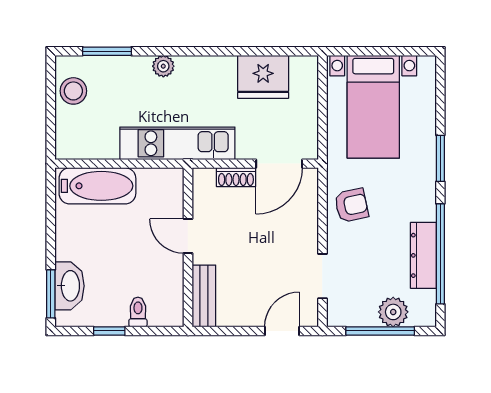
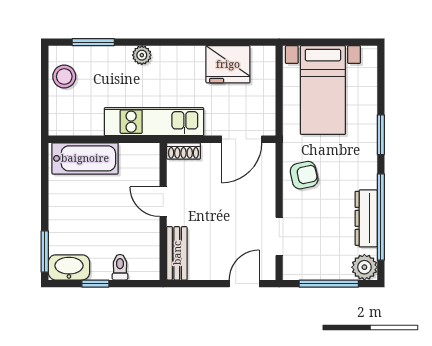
shoe rack: (236, 177) -> (183, 151), moved
washbasin: (70, 286) -> (69, 267), moved, turned -90
plant: (393, 312) -> (364, 267), moved

